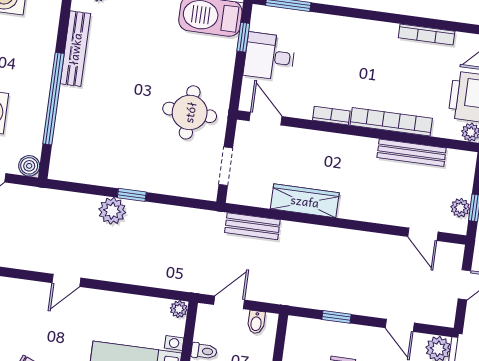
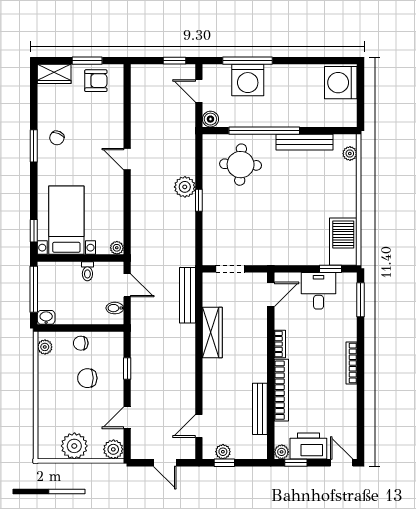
bookcase: (427, 34) -> (351, 363), moved
round table: (190, 112) -> (241, 165), moved
bench: (252, 226) -> (187, 295), width x1.36

